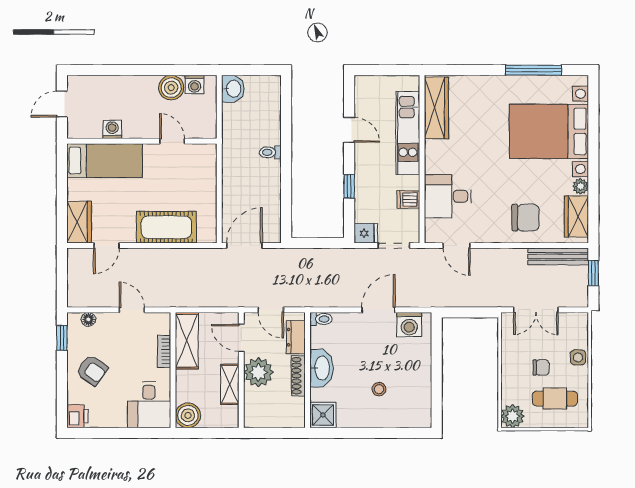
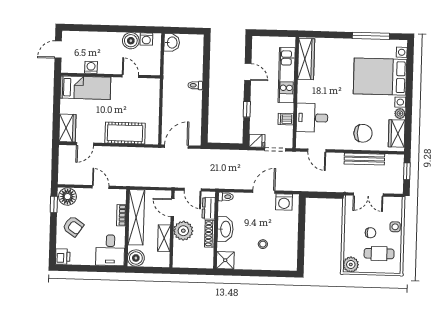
bench: (558, 256) -> (364, 159), moved
floor lamp: (88, 319) -> (68, 197), width x1.89, depth x1.89
shelving: (187, 341) -> (136, 217), width x1.47

